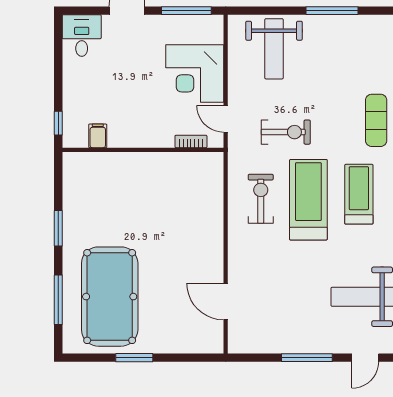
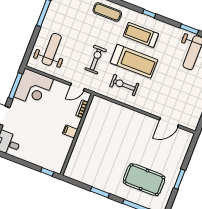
weight bench: (274, 49) -> (52, 49), turned -90
corner desk: (195, 74) -> (34, 88), moved
filing cabinet: (98, 136) -> (70, 131), moved
treadmill: (308, 200) -> (134, 61), turned 180
pool table: (110, 297) -> (144, 180), width x0.73, depth x0.76

